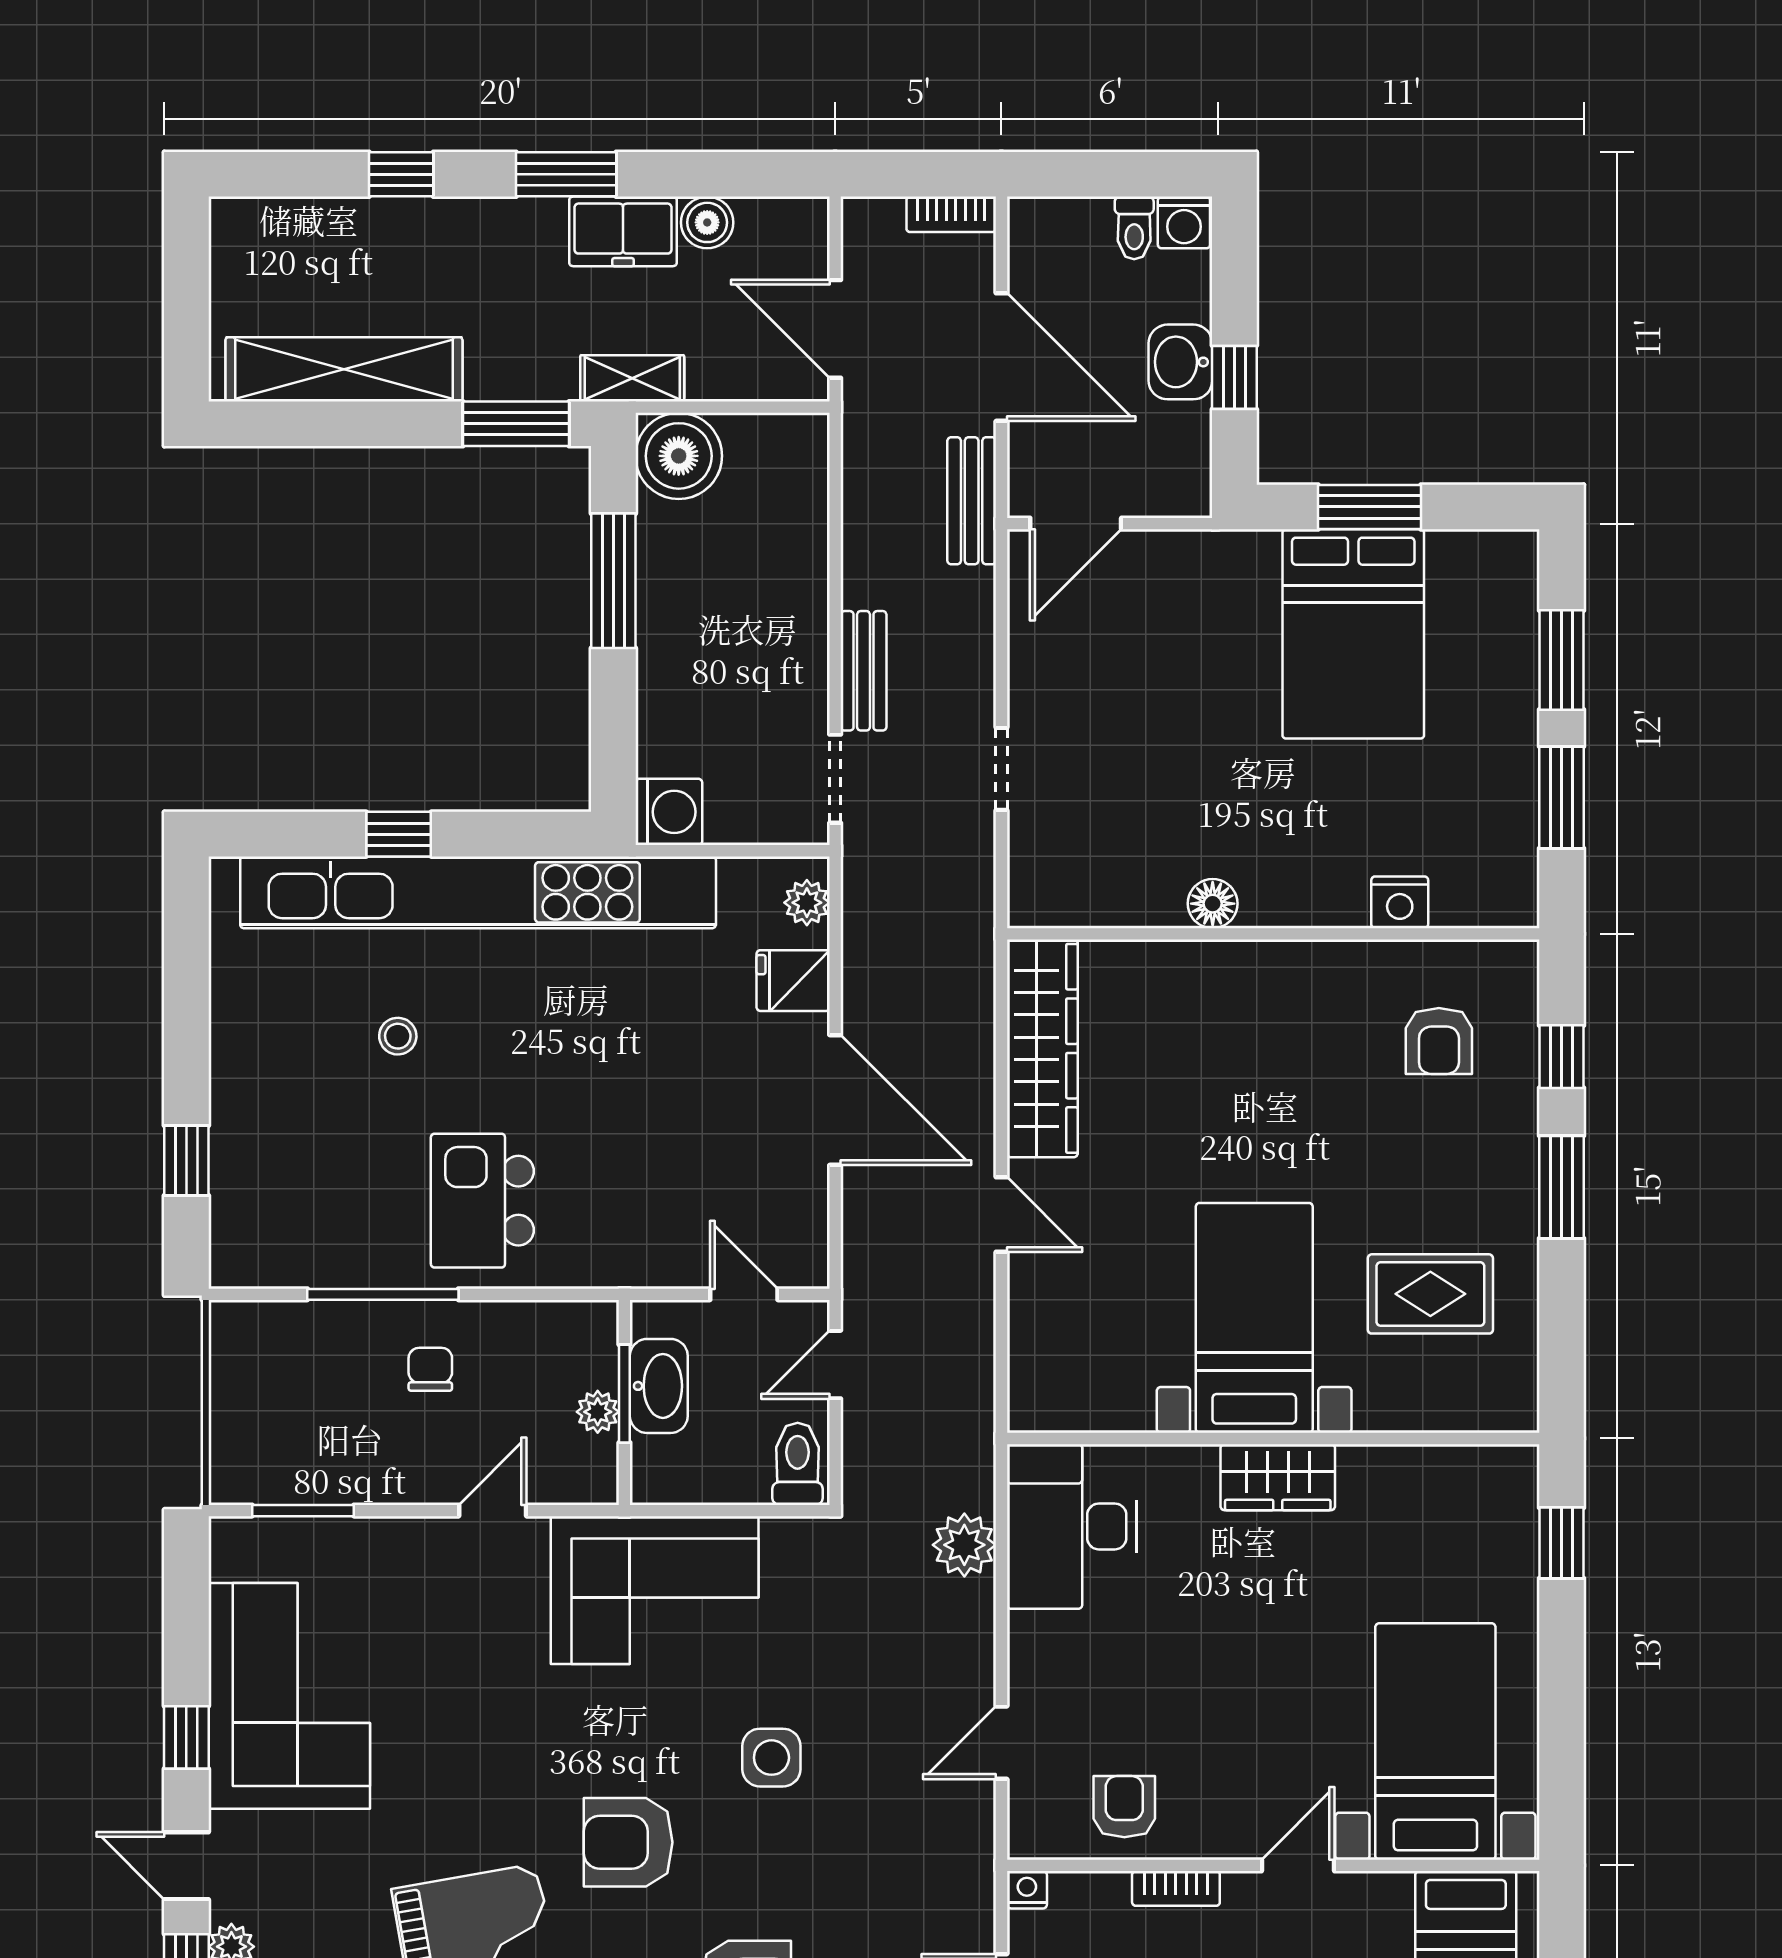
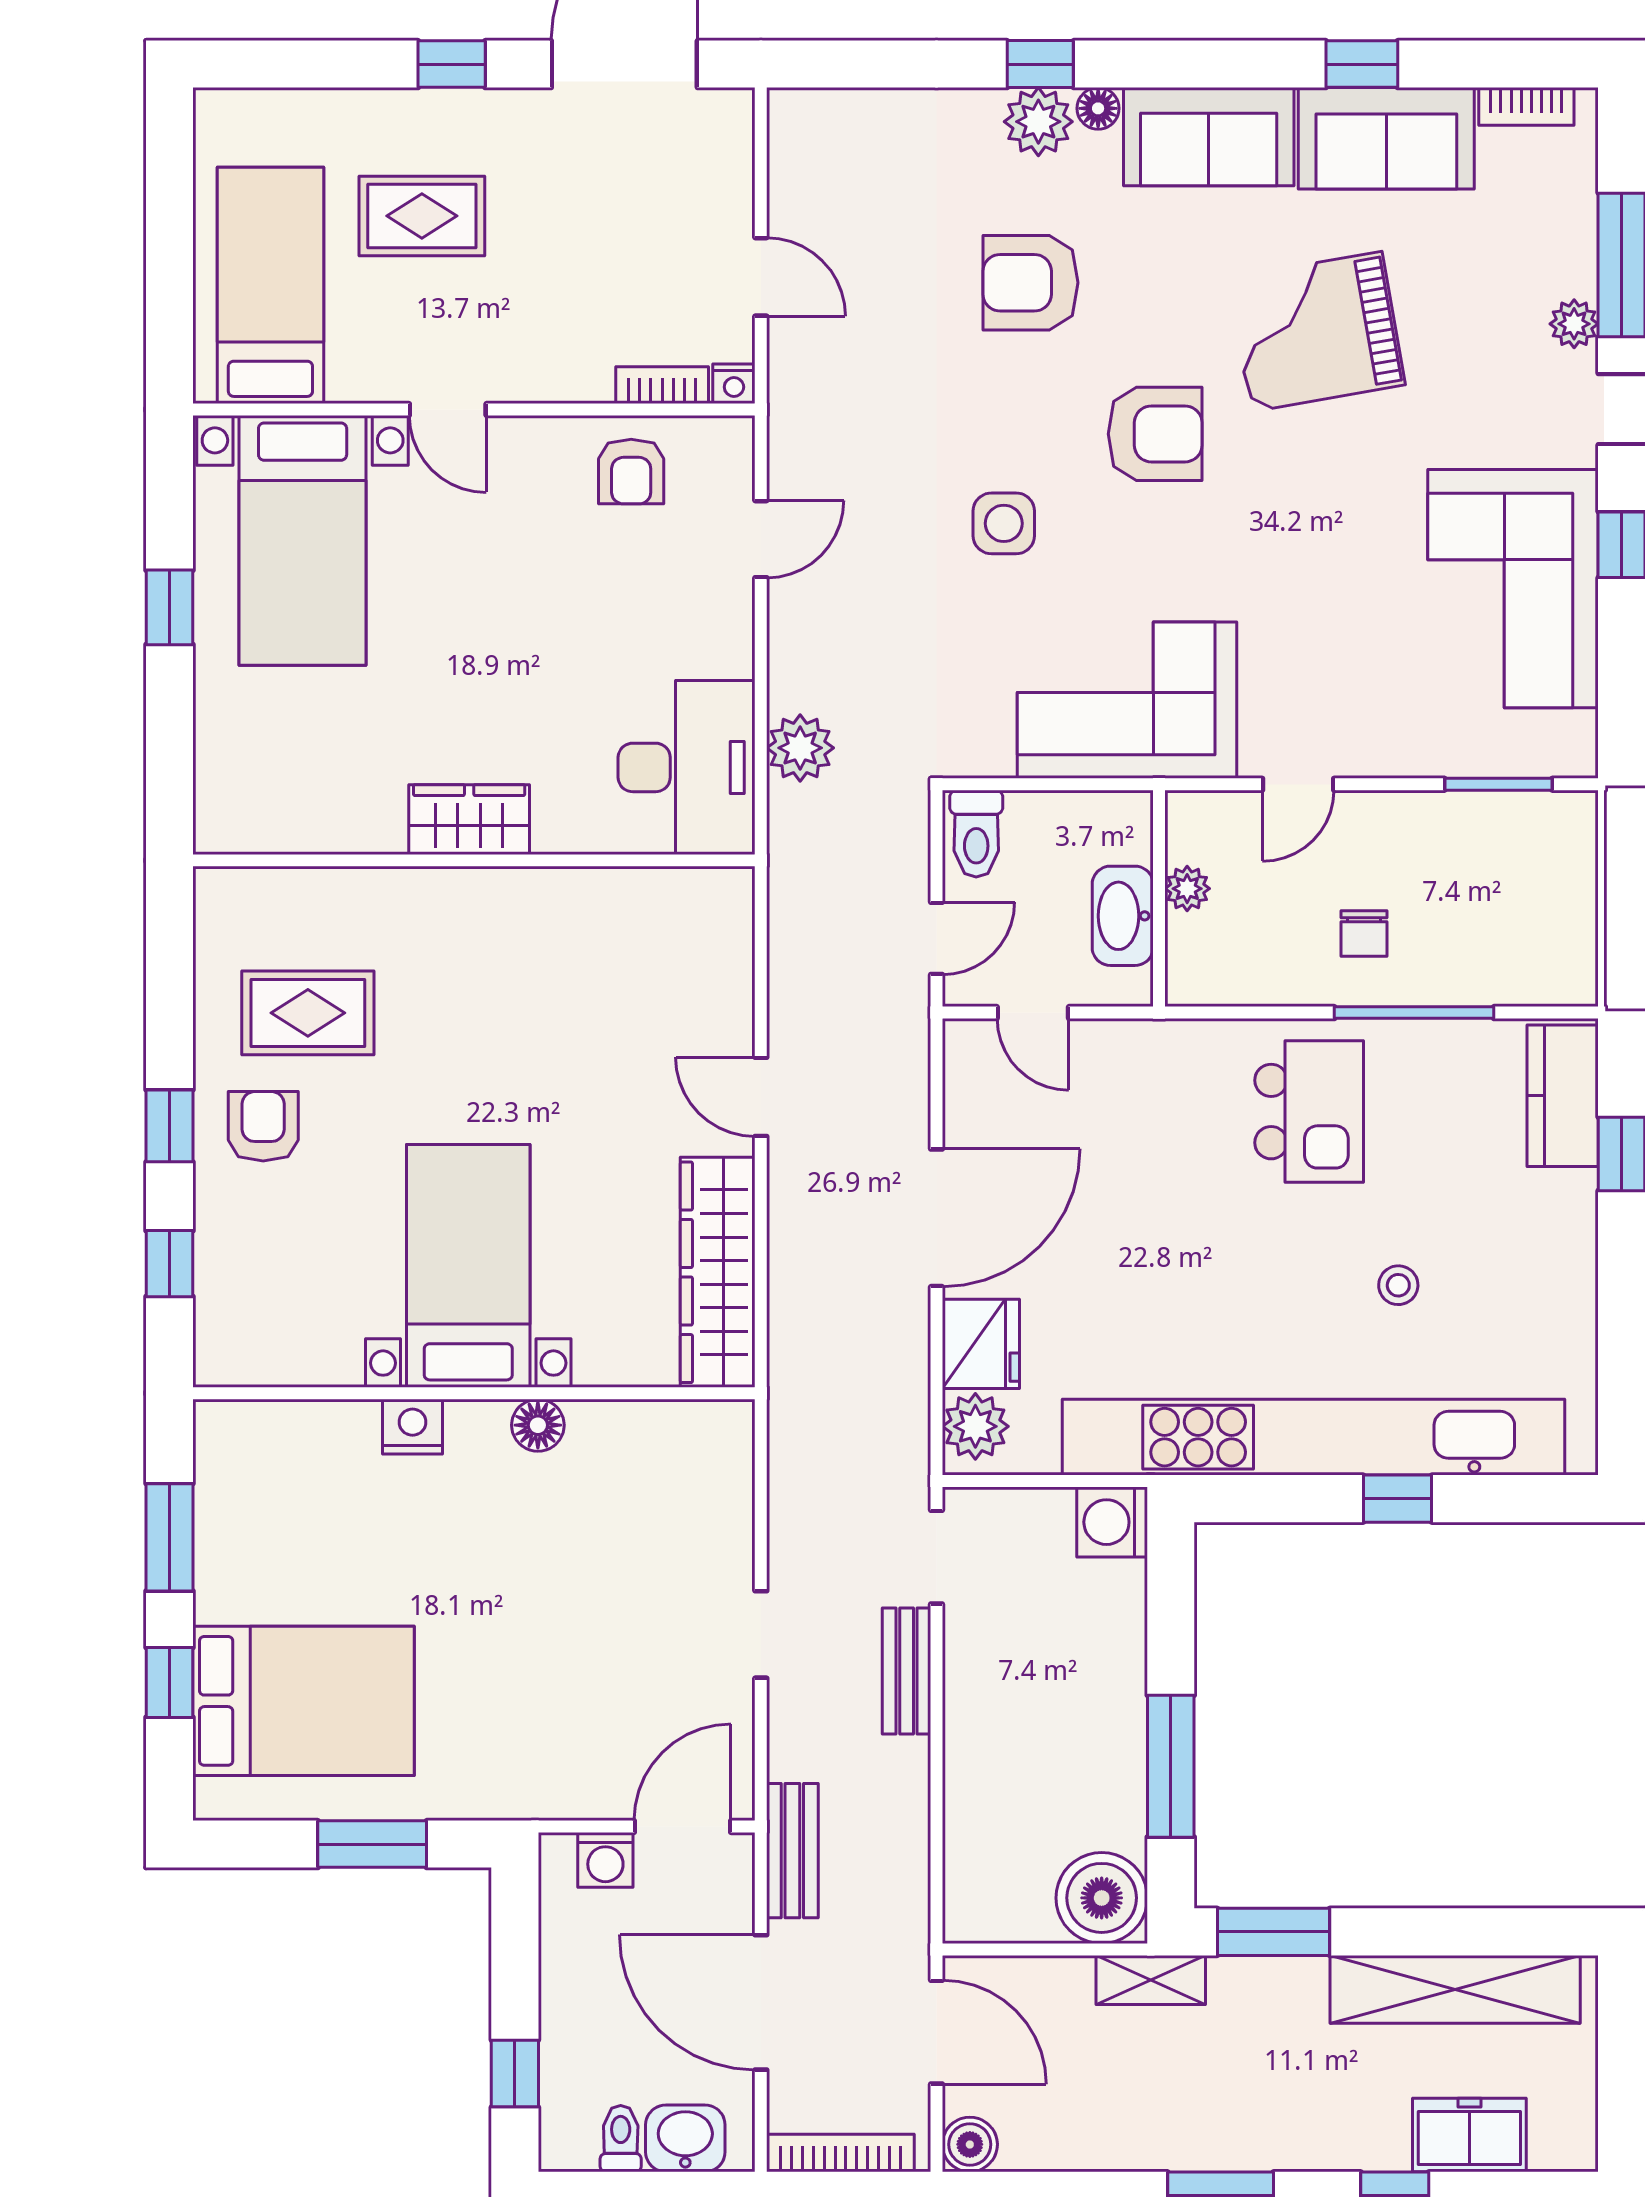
bookcase: (951, 214) -> (840, 2153), width x1.56
boiler: (707, 222) -> (970, 2144), moved
washing machine: (1184, 222) -> (605, 1860), moved, turned 180
freezer: (623, 231) -> (1469, 2135), moved
washbasin: (1180, 362) -> (685, 2138), moved, turned -90
window: (1234, 377) -> (515, 2074), moved
bed: (1353, 634) -> (304, 1701), moved, turned 90
window: (1561, 660) -> (169, 1682), width x0.67
doorway: (1001, 769) -> (761, 1634), moved
nightstand: (1400, 902) -> (413, 1427), moved
plant: (807, 903) -> (975, 1426), width x1.38, depth x1.38
fridge: (793, 981) -> (981, 1344), width x1.38
armchair: (1439, 1041) -> (263, 1126), moved
door: (835, 1100) -> (936, 1218), swing flipped
window: (1561, 1187) -> (169, 1126), width x0.67
kitchen counter: (242, 1216) -> (1563, 1096), added
bed with nightstands: (1254, 1318) -> (468, 1266), moved, turned 180
window: (624, 1394) -> (1159, 908), removed
window: (1561, 1543) -> (169, 607), moved
door: (1298, 1865) -> (448, 410), hinge flipped
bookcase: (1176, 1888) -> (662, 385), moved

